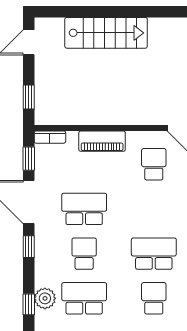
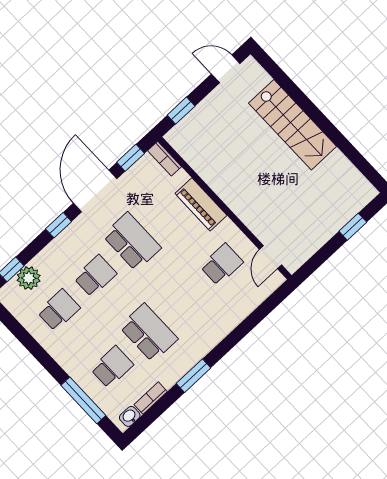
school desk: (84, 298) -> (59, 310), width x0.54

